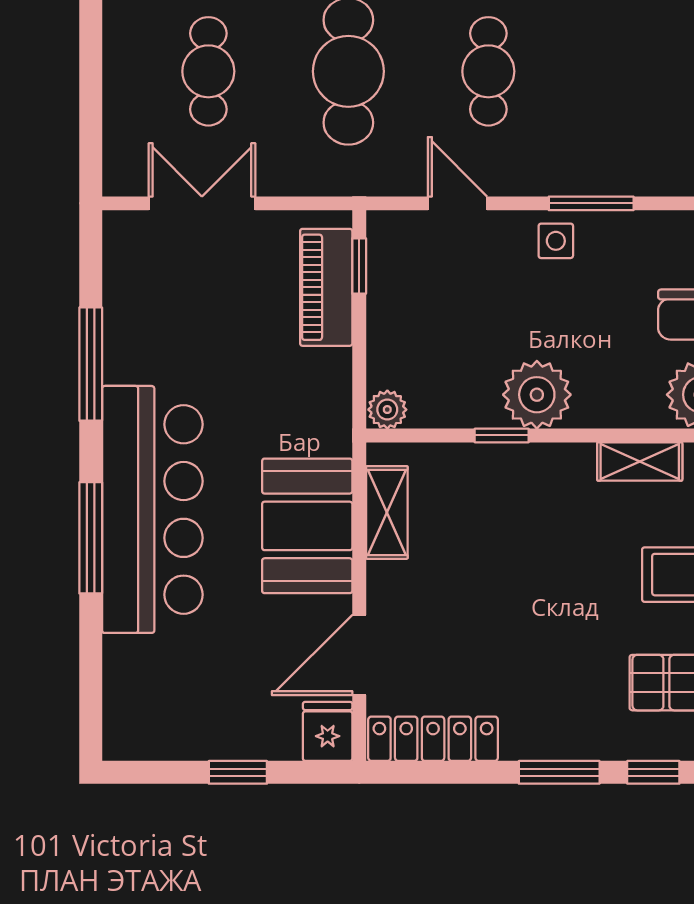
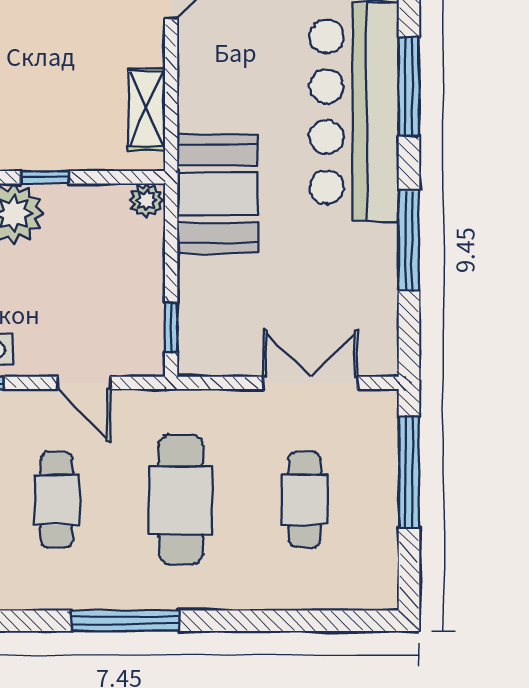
window: (91, 102) -> (409, 472), added
double door: (202, 203) -> (310, 383), swing flipped
piano: (326, 287) -> (200, 308), removed
booth: (307, 526) -> (217, 194), moved

